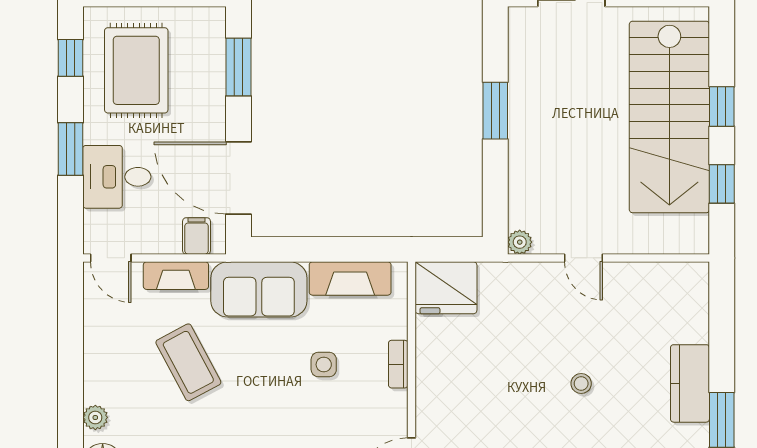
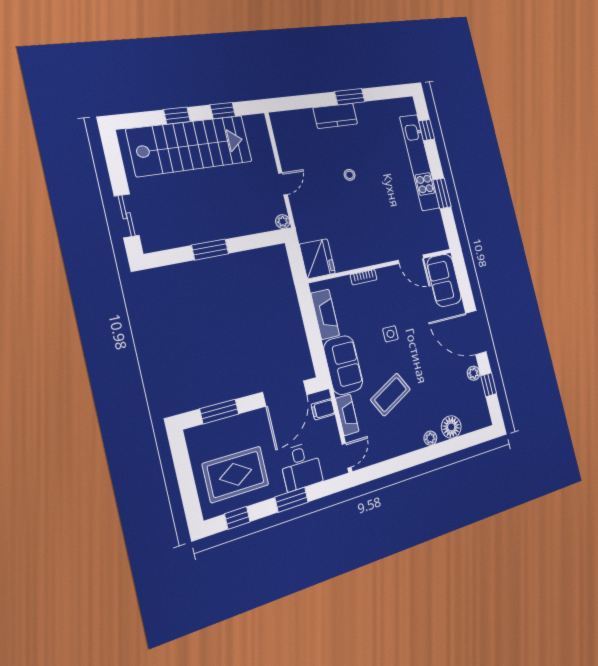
side table: (324, 365) -> (390, 334), moved

